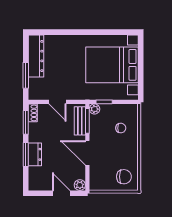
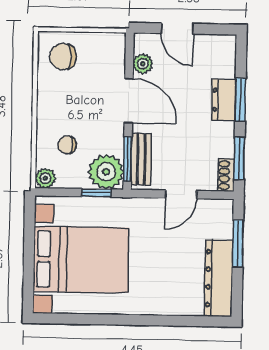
door: (57, 102) -> (181, 194), swing flipped
plant: (94, 109) -> (106, 172), width x1.88, depth x1.88
plant: (132, 109) -> (45, 178), added
plant: (80, 185) -> (143, 64), moved

